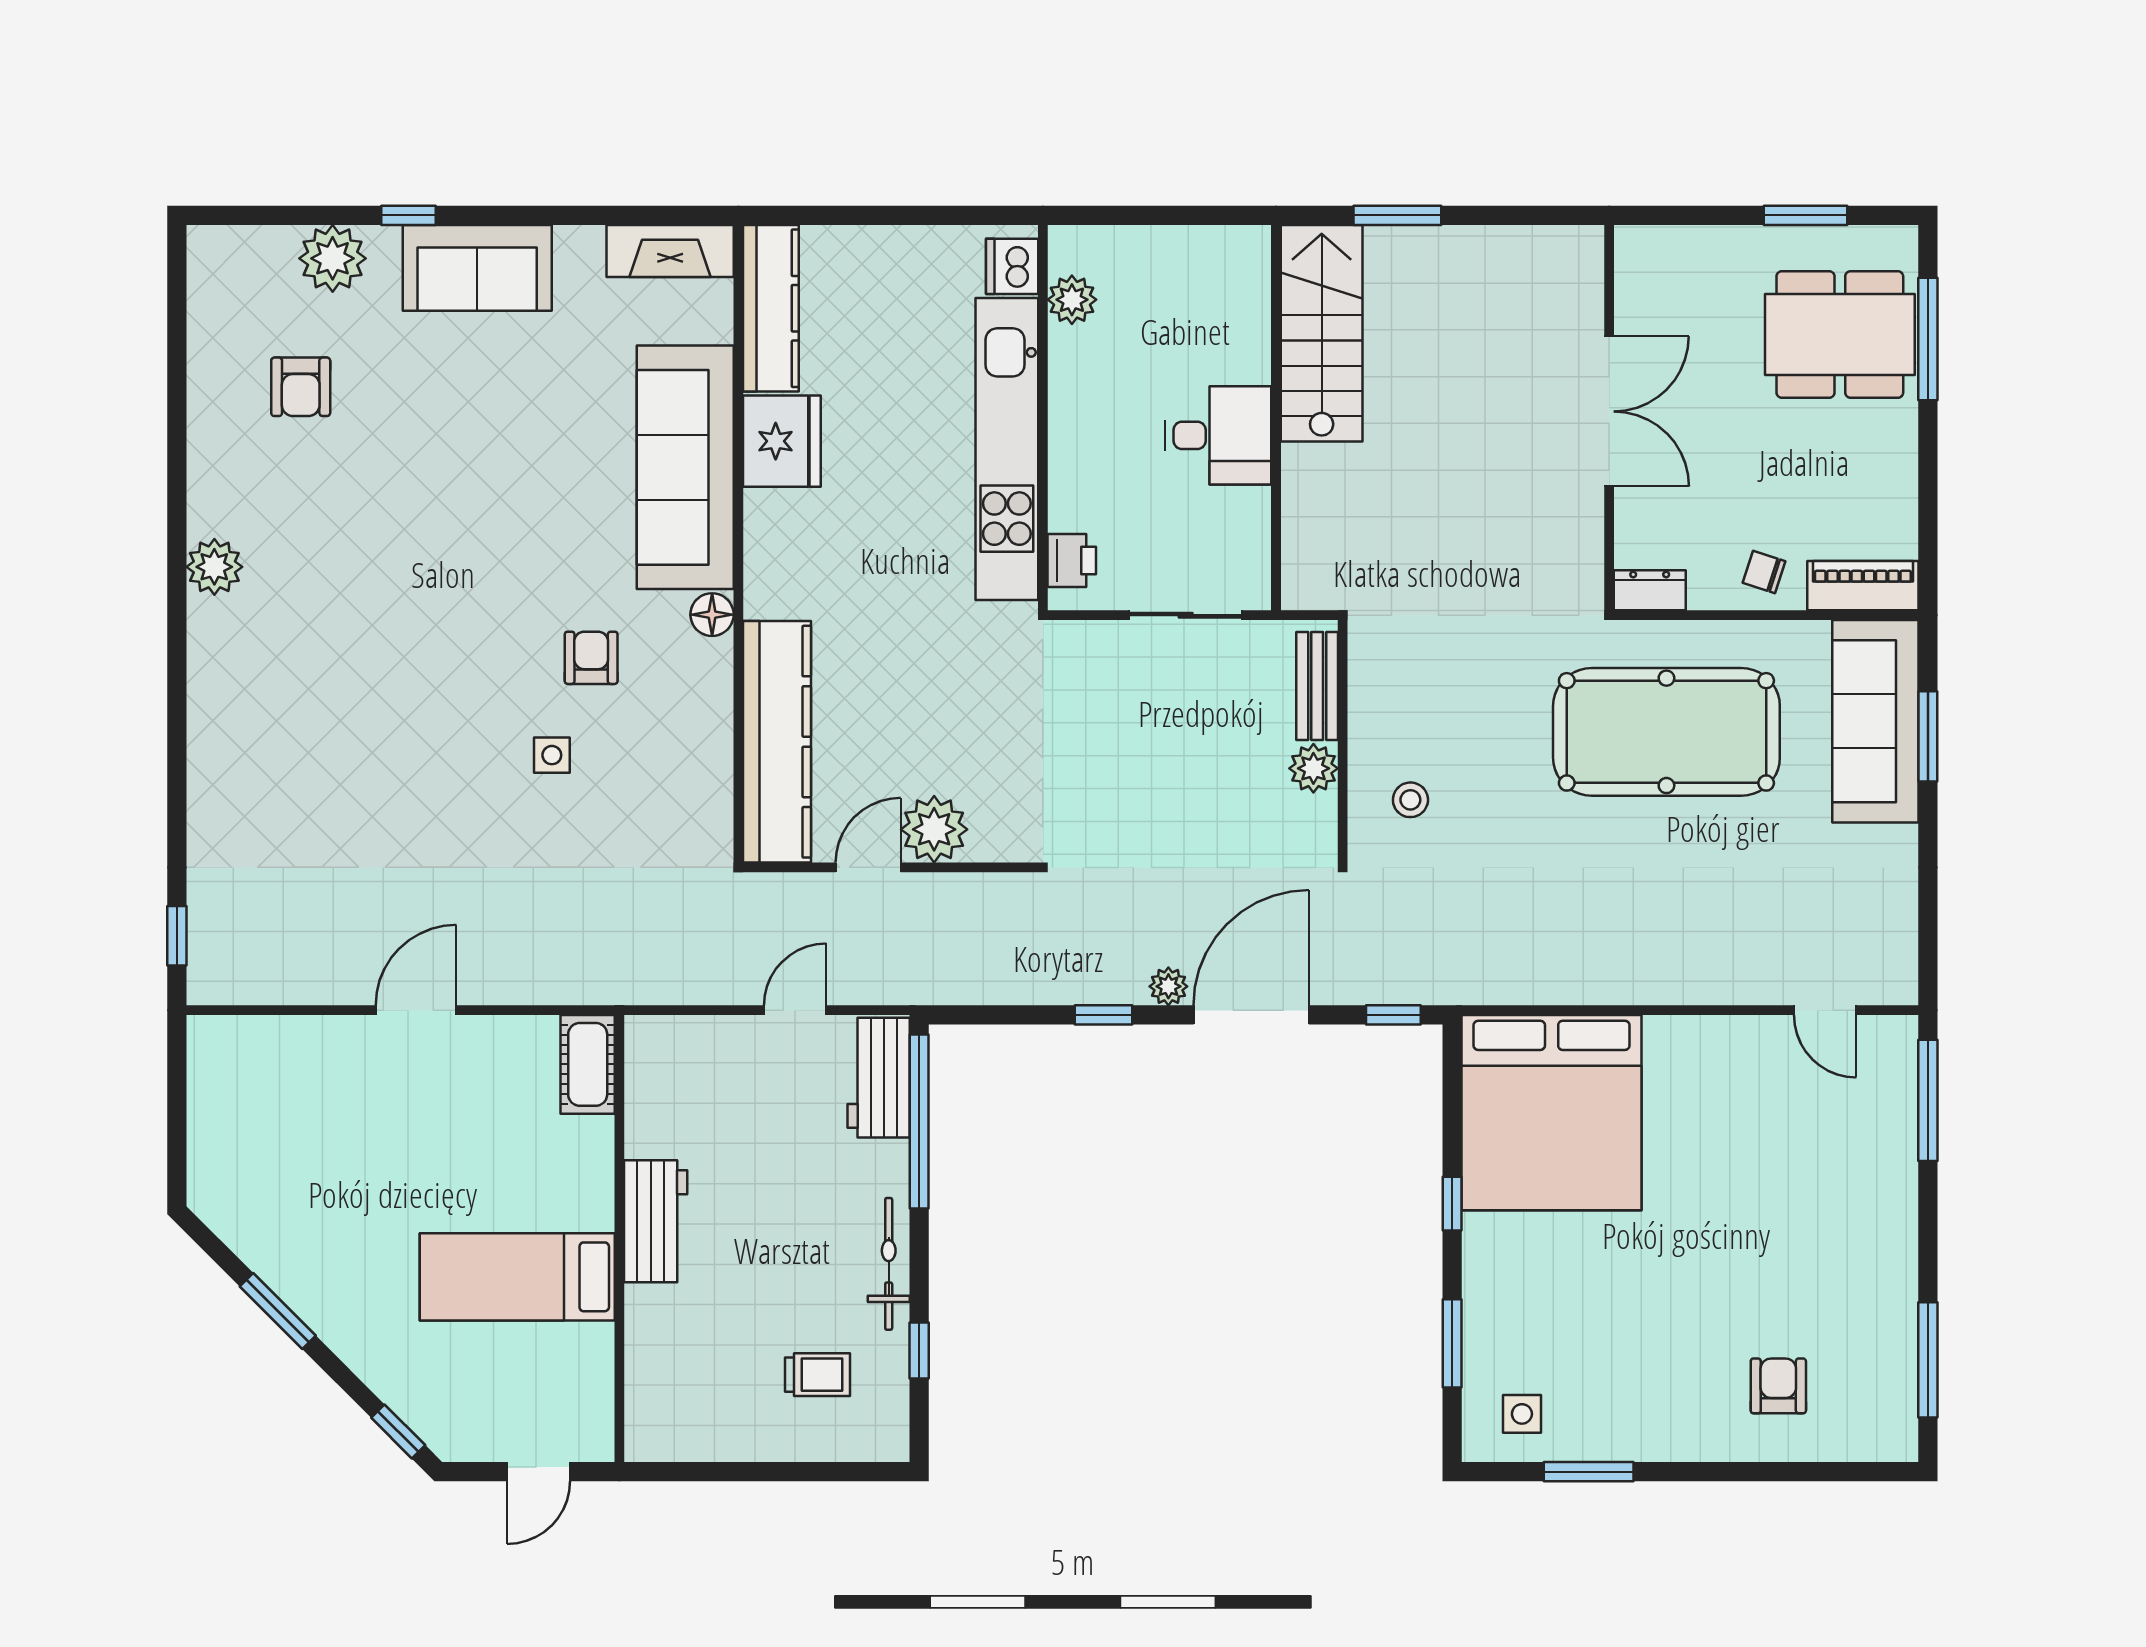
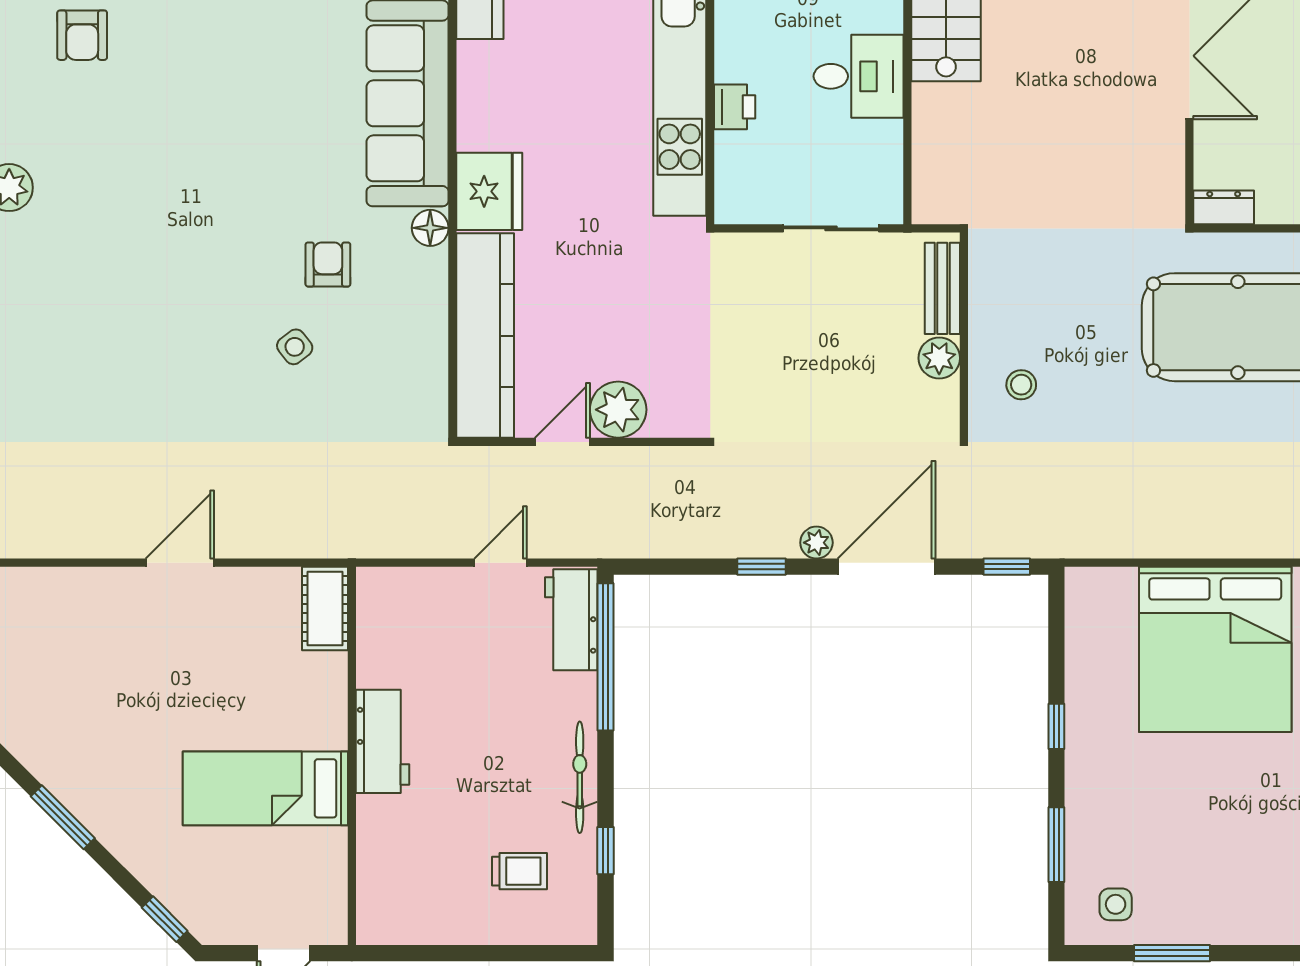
fridge: (782, 441) -> (489, 191), moved
printer: (1072, 561) -> (735, 107), moved
side table: (552, 755) -> (295, 347), turned -38
bed: (1552, 1113) -> (1215, 649), moved

